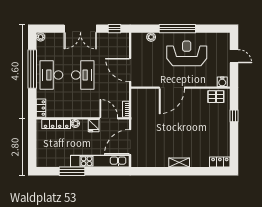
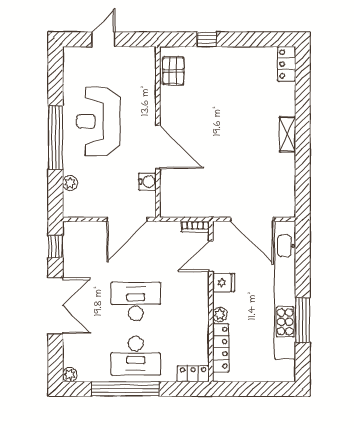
water cooler: (222, 82) -> (147, 182), moved
kitchen unit: (100, 161) -> (285, 290), width x1.36

